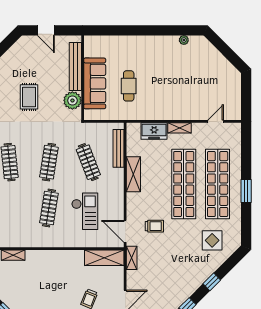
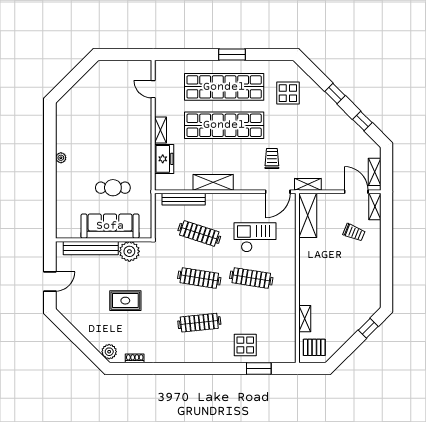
plant: (184, 40) -> (61, 158), moved
clothes rail: (88, 162) -> (199, 233), turned 39

